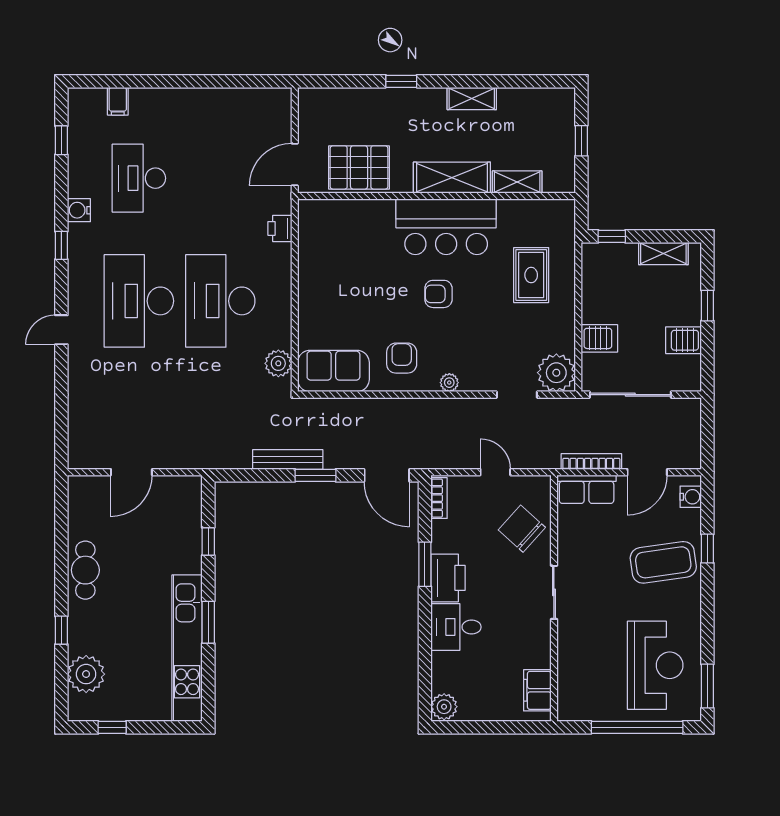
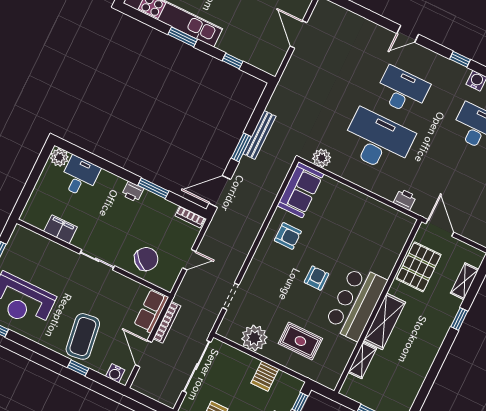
shelving: (472, 98) -> (465, 281), moved
desk: (139, 301) -> (402, 90), width x0.73, depth x0.77
door: (61, 330) -> (408, 34), swing flipped
server rack: (599, 338) -> (265, 376), moved
plant: (556, 373) -> (254, 338), moved
plant: (449, 383) -> (258, 258), removed
printer: (448, 578) -> (133, 192), width x0.53, depth x0.68
desk: (456, 627) -> (80, 176), moved
filing cabinet: (537, 690) -> (60, 229), moved

